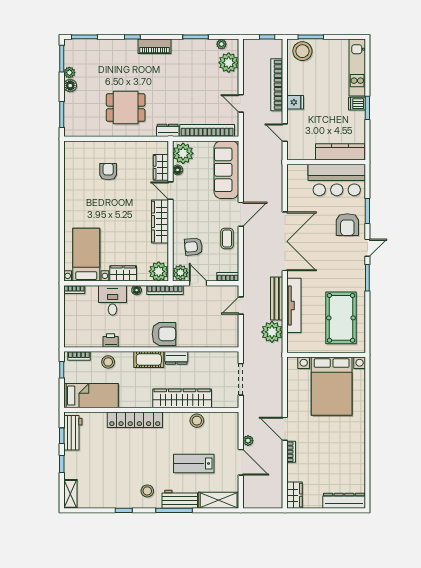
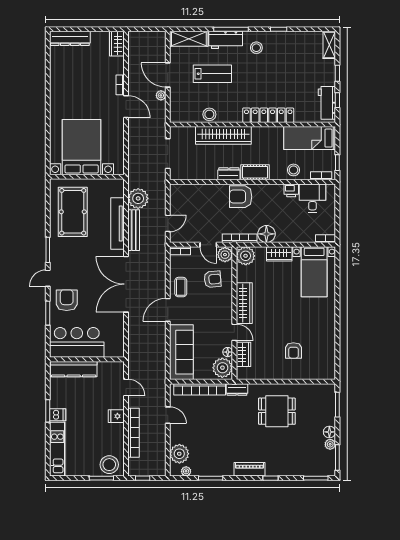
floor lamp: (137, 290) -> (266, 234), width x1.89, depth x1.89
desk: (113, 300) -> (312, 198), moved, turned 180

